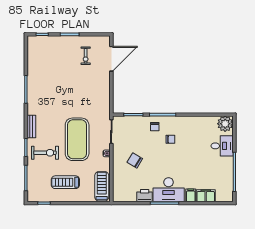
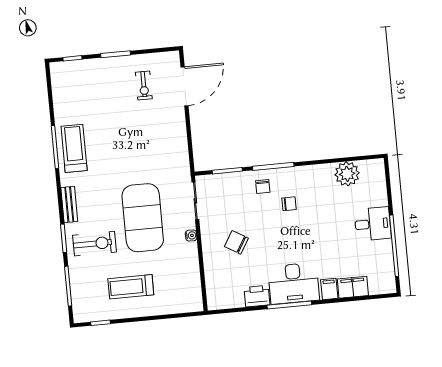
plant: (225, 124) -> (347, 174), moved
desk: (222, 146) -> (373, 224), moved
treadmill: (102, 186) -> (74, 148), moved

